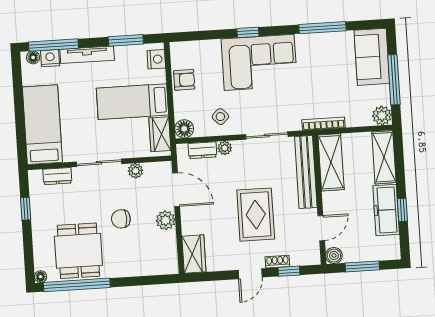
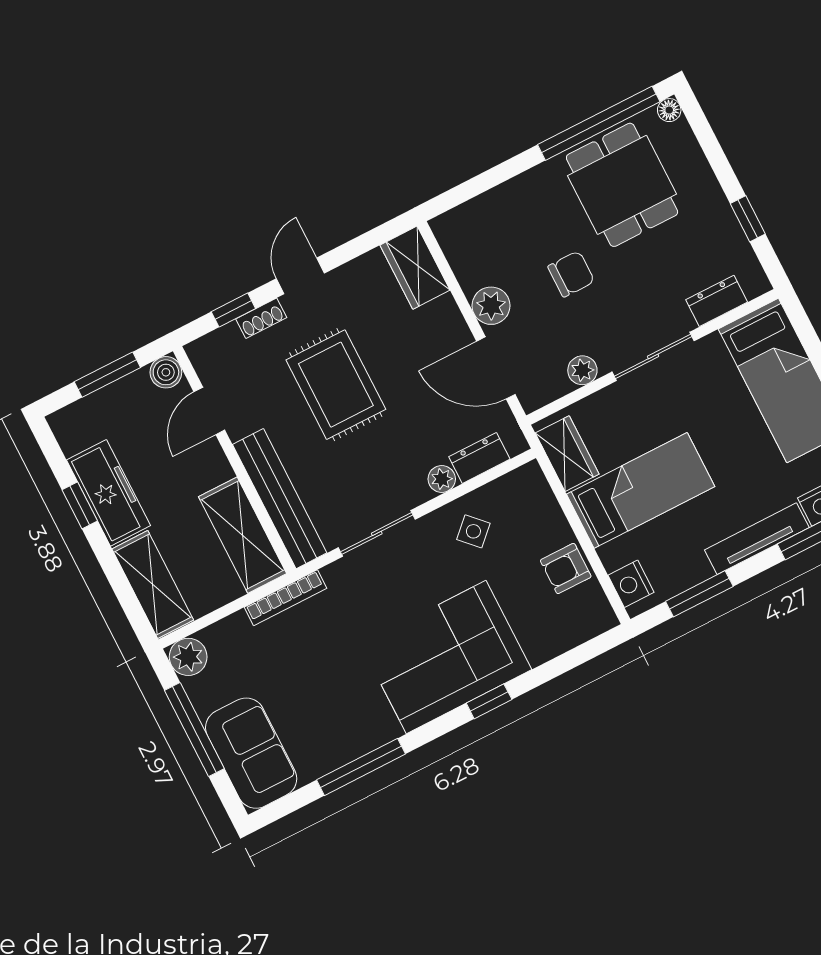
floor lamp: (184, 129) -> (528, 482), removed

